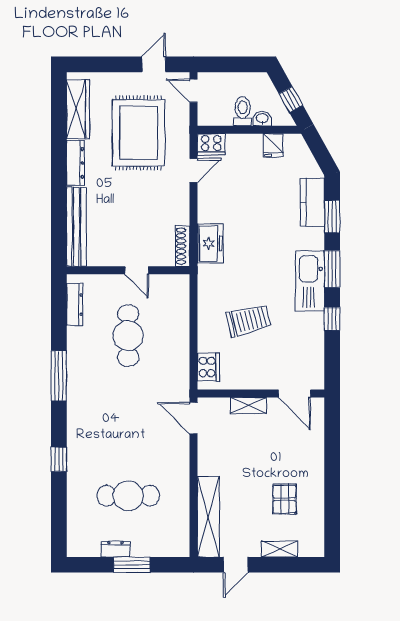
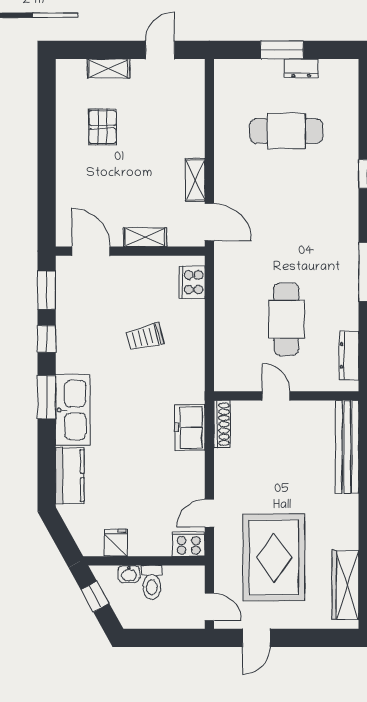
dresser: (75, 163) -> (348, 522), removed
window: (332, 217) -> (47, 290), moved
kitchen sink: (310, 281) -> (73, 410), moved
trolley: (249, 320) -> (145, 337), width x0.73, depth x0.72
shelving: (208, 517) -> (195, 180), moved, width x0.45, depth x0.75

